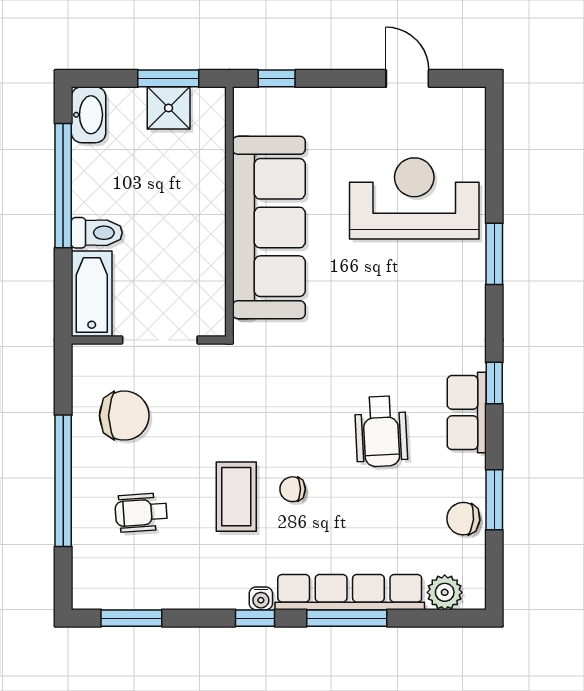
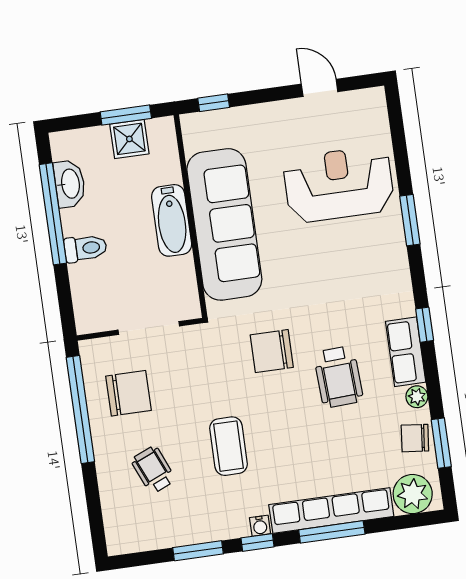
washbasin: (89, 115) -> (70, 184), moved
bathtub: (92, 294) -> (172, 220), moved, turned 180
plant: (473, 469) -> (417, 397), added
window: (63, 481) -> (80, 410), moved
chair: (293, 489) -> (272, 351), moved, width x1.87, depth x1.87
window: (494, 500) -> (441, 443), moved
wheelchair: (141, 513) -> (153, 470), turned 71
plant: (445, 592) -> (413, 494), width x1.36, depth x1.36
window: (131, 618) -> (198, 551), moved

